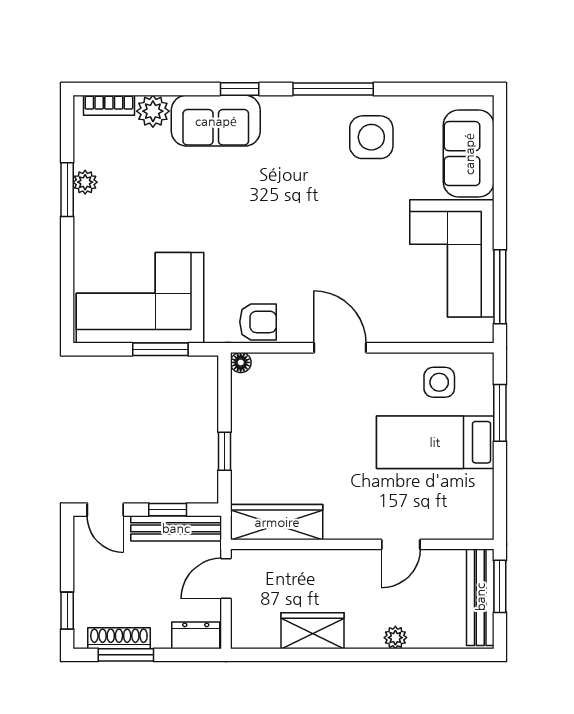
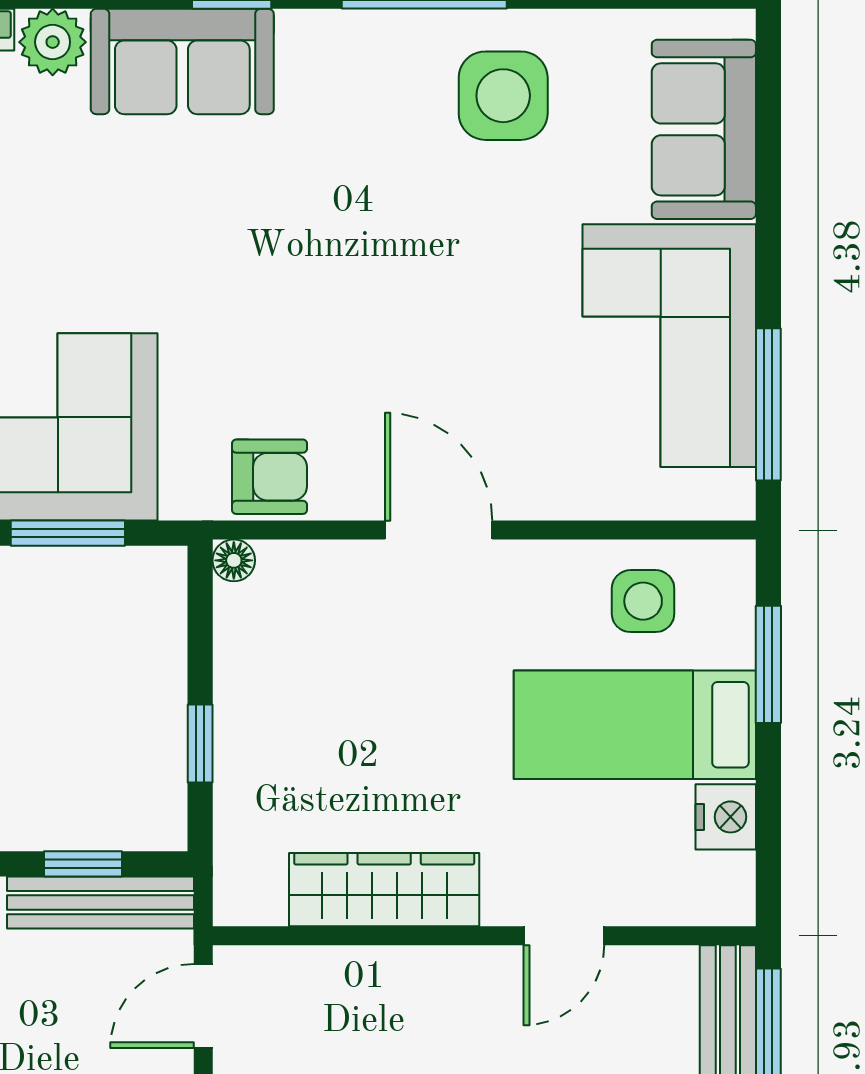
nightstand: (479, 487) -> (726, 817), added
wardrobe: (277, 522) -> (384, 890), moved

